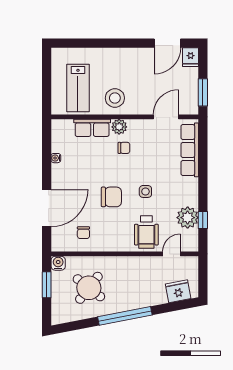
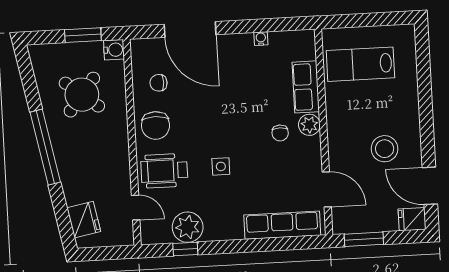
stool: (115, 98) -> (385, 149), moved
chair: (111, 197) -> (155, 125), moved

